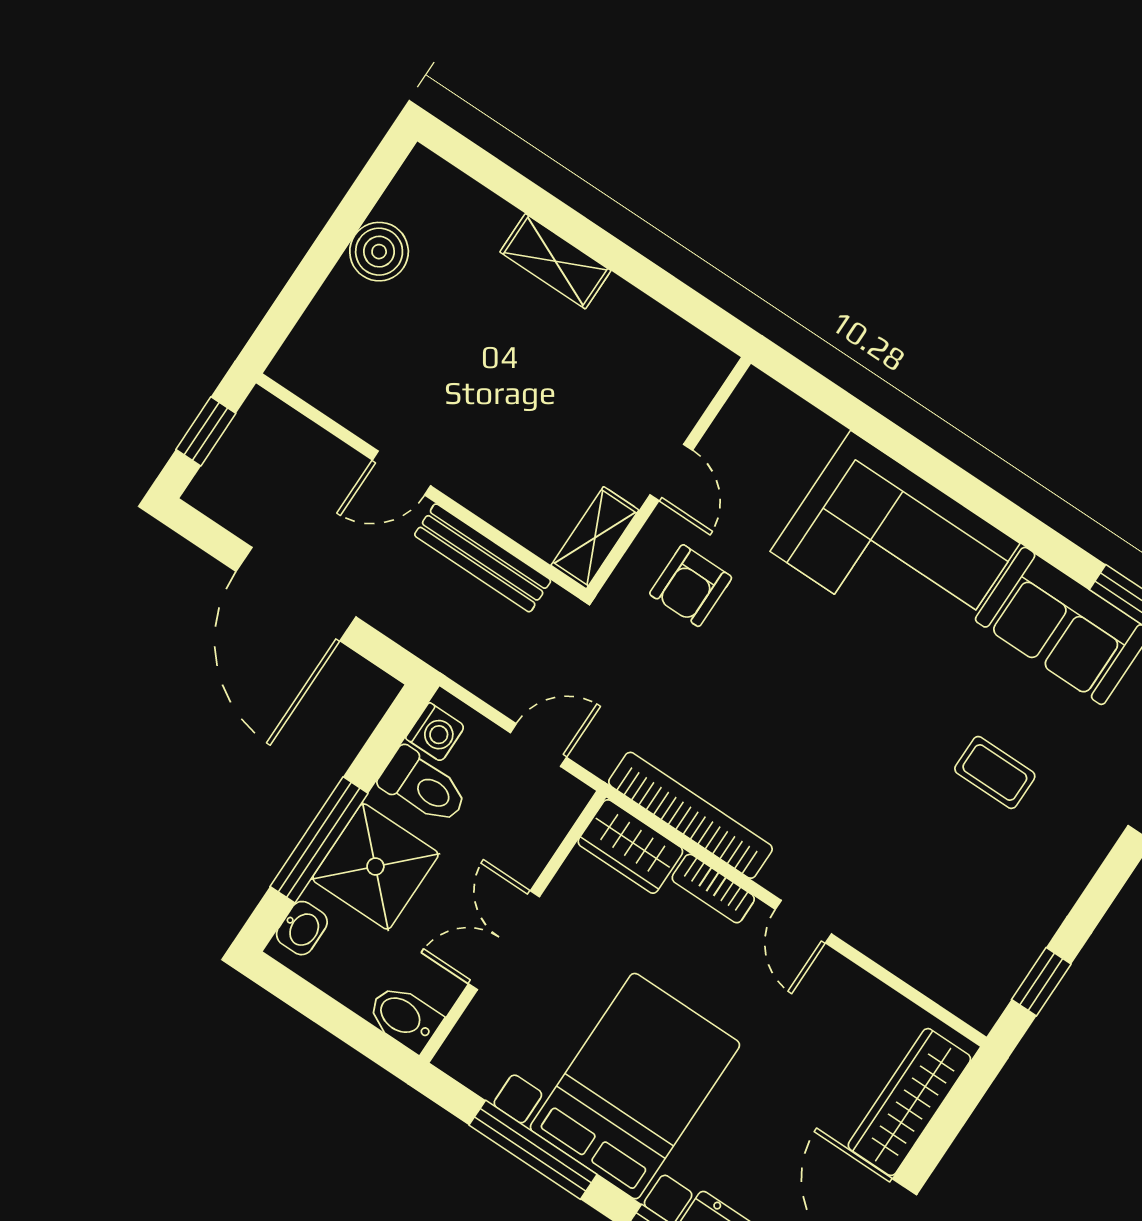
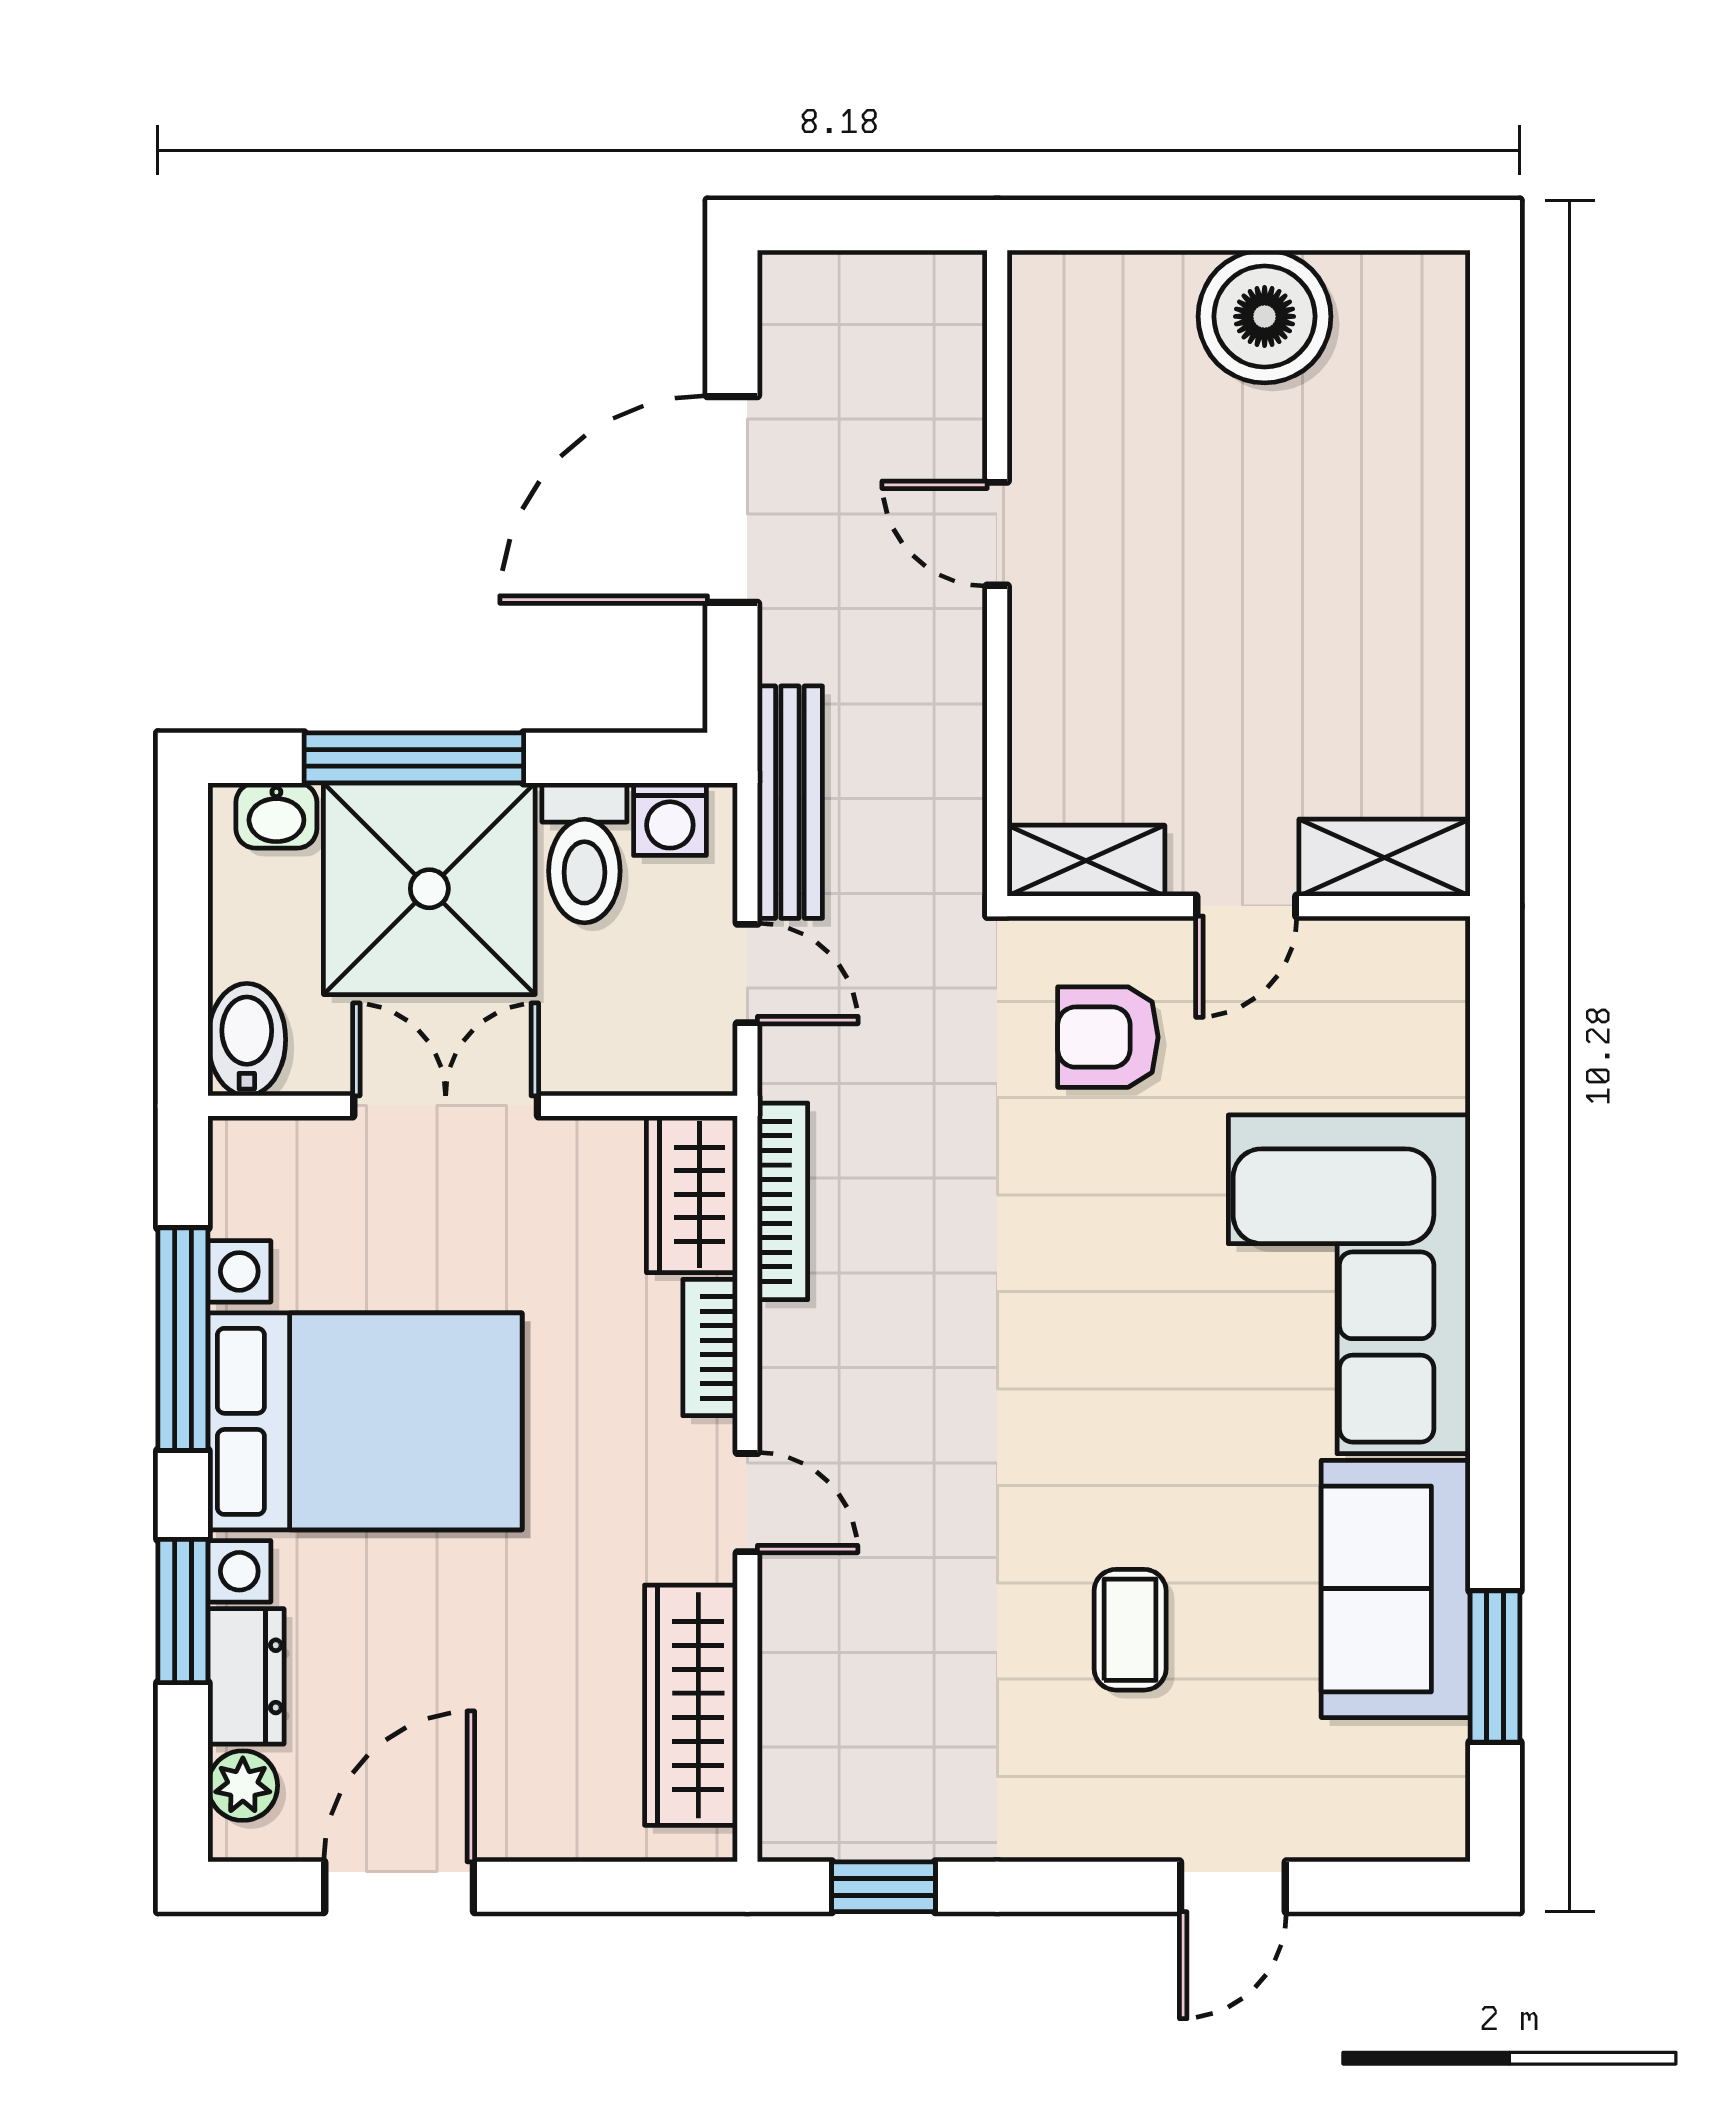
boiler: (379, 252) -> (1265, 316), width x1.37, depth x1.37
shelving: (555, 261) -> (1384, 858), moved, turned 90
window: (206, 431) -> (874, 225), removed
bench: (483, 558) -> (790, 802), moved
bookcase: (690, 815) -> (783, 1201), width x0.68, depth x0.76
shower: (375, 866) -> (429, 889), width x1.37, depth x1.37
door: (803, 922) -> (747, 1503), swing flipped
wardrobe: (909, 1102) -> (691, 1705), moved, turned -90

